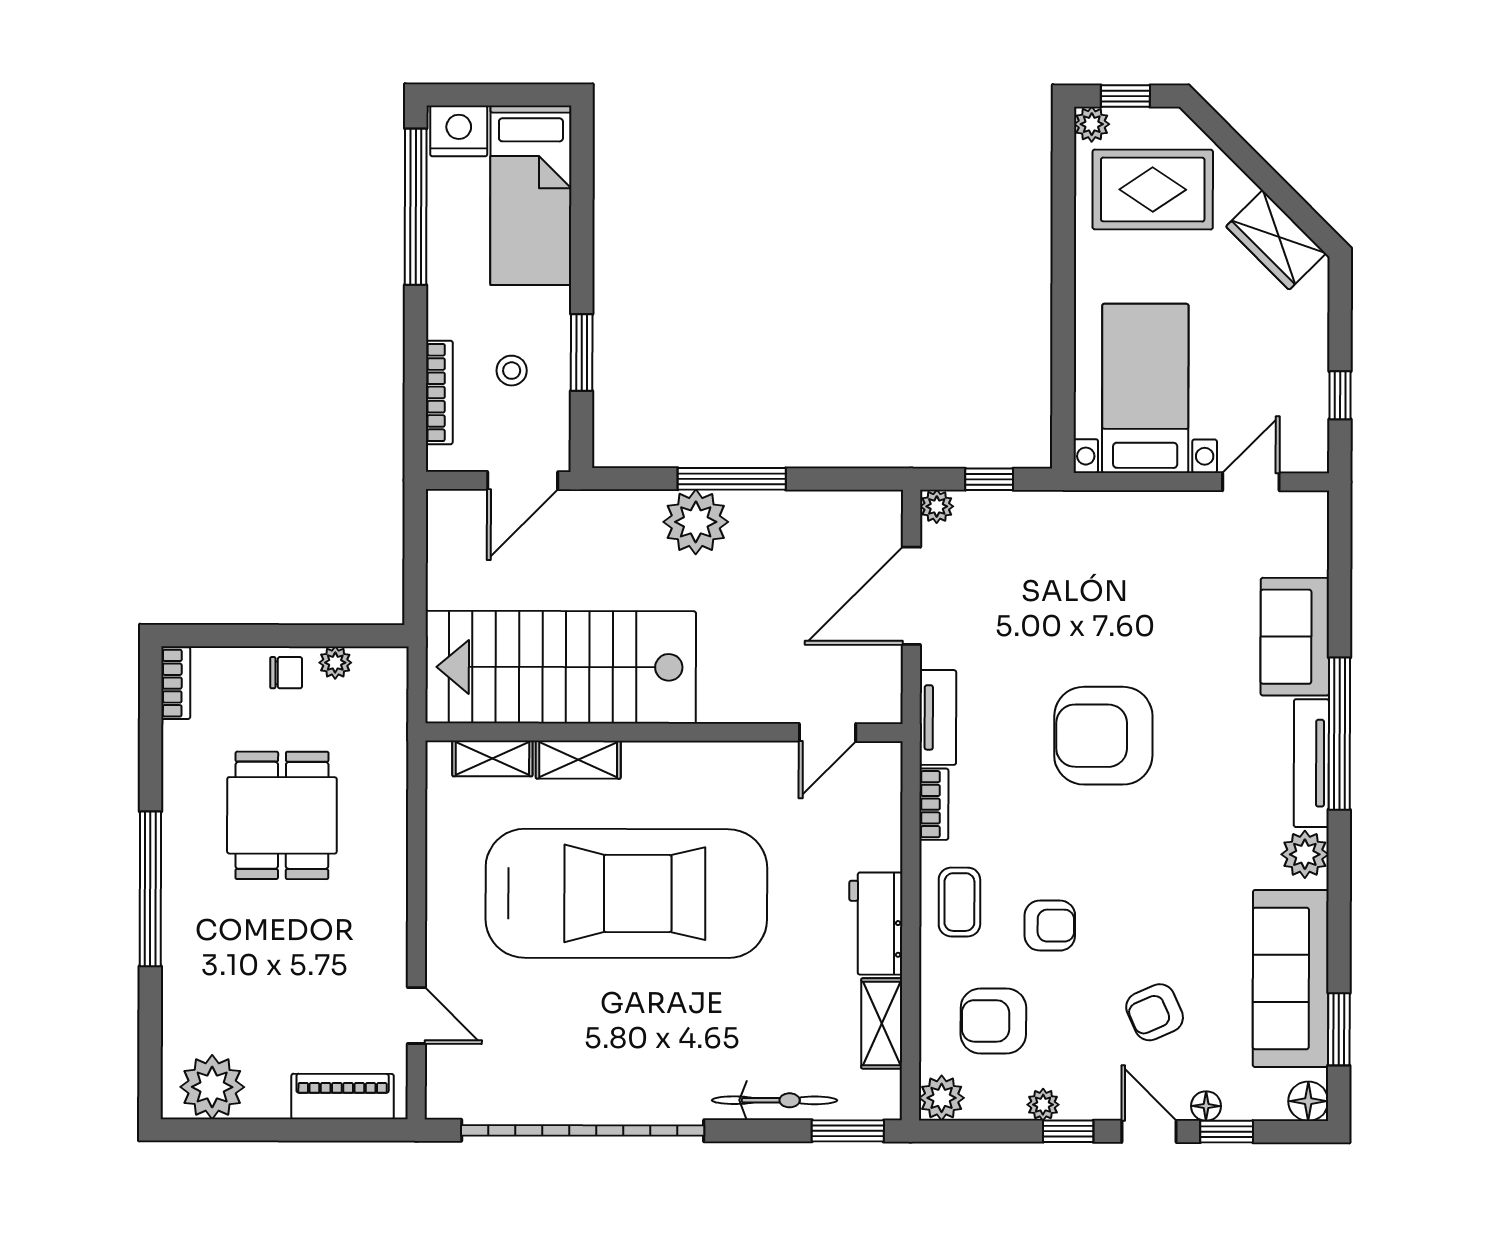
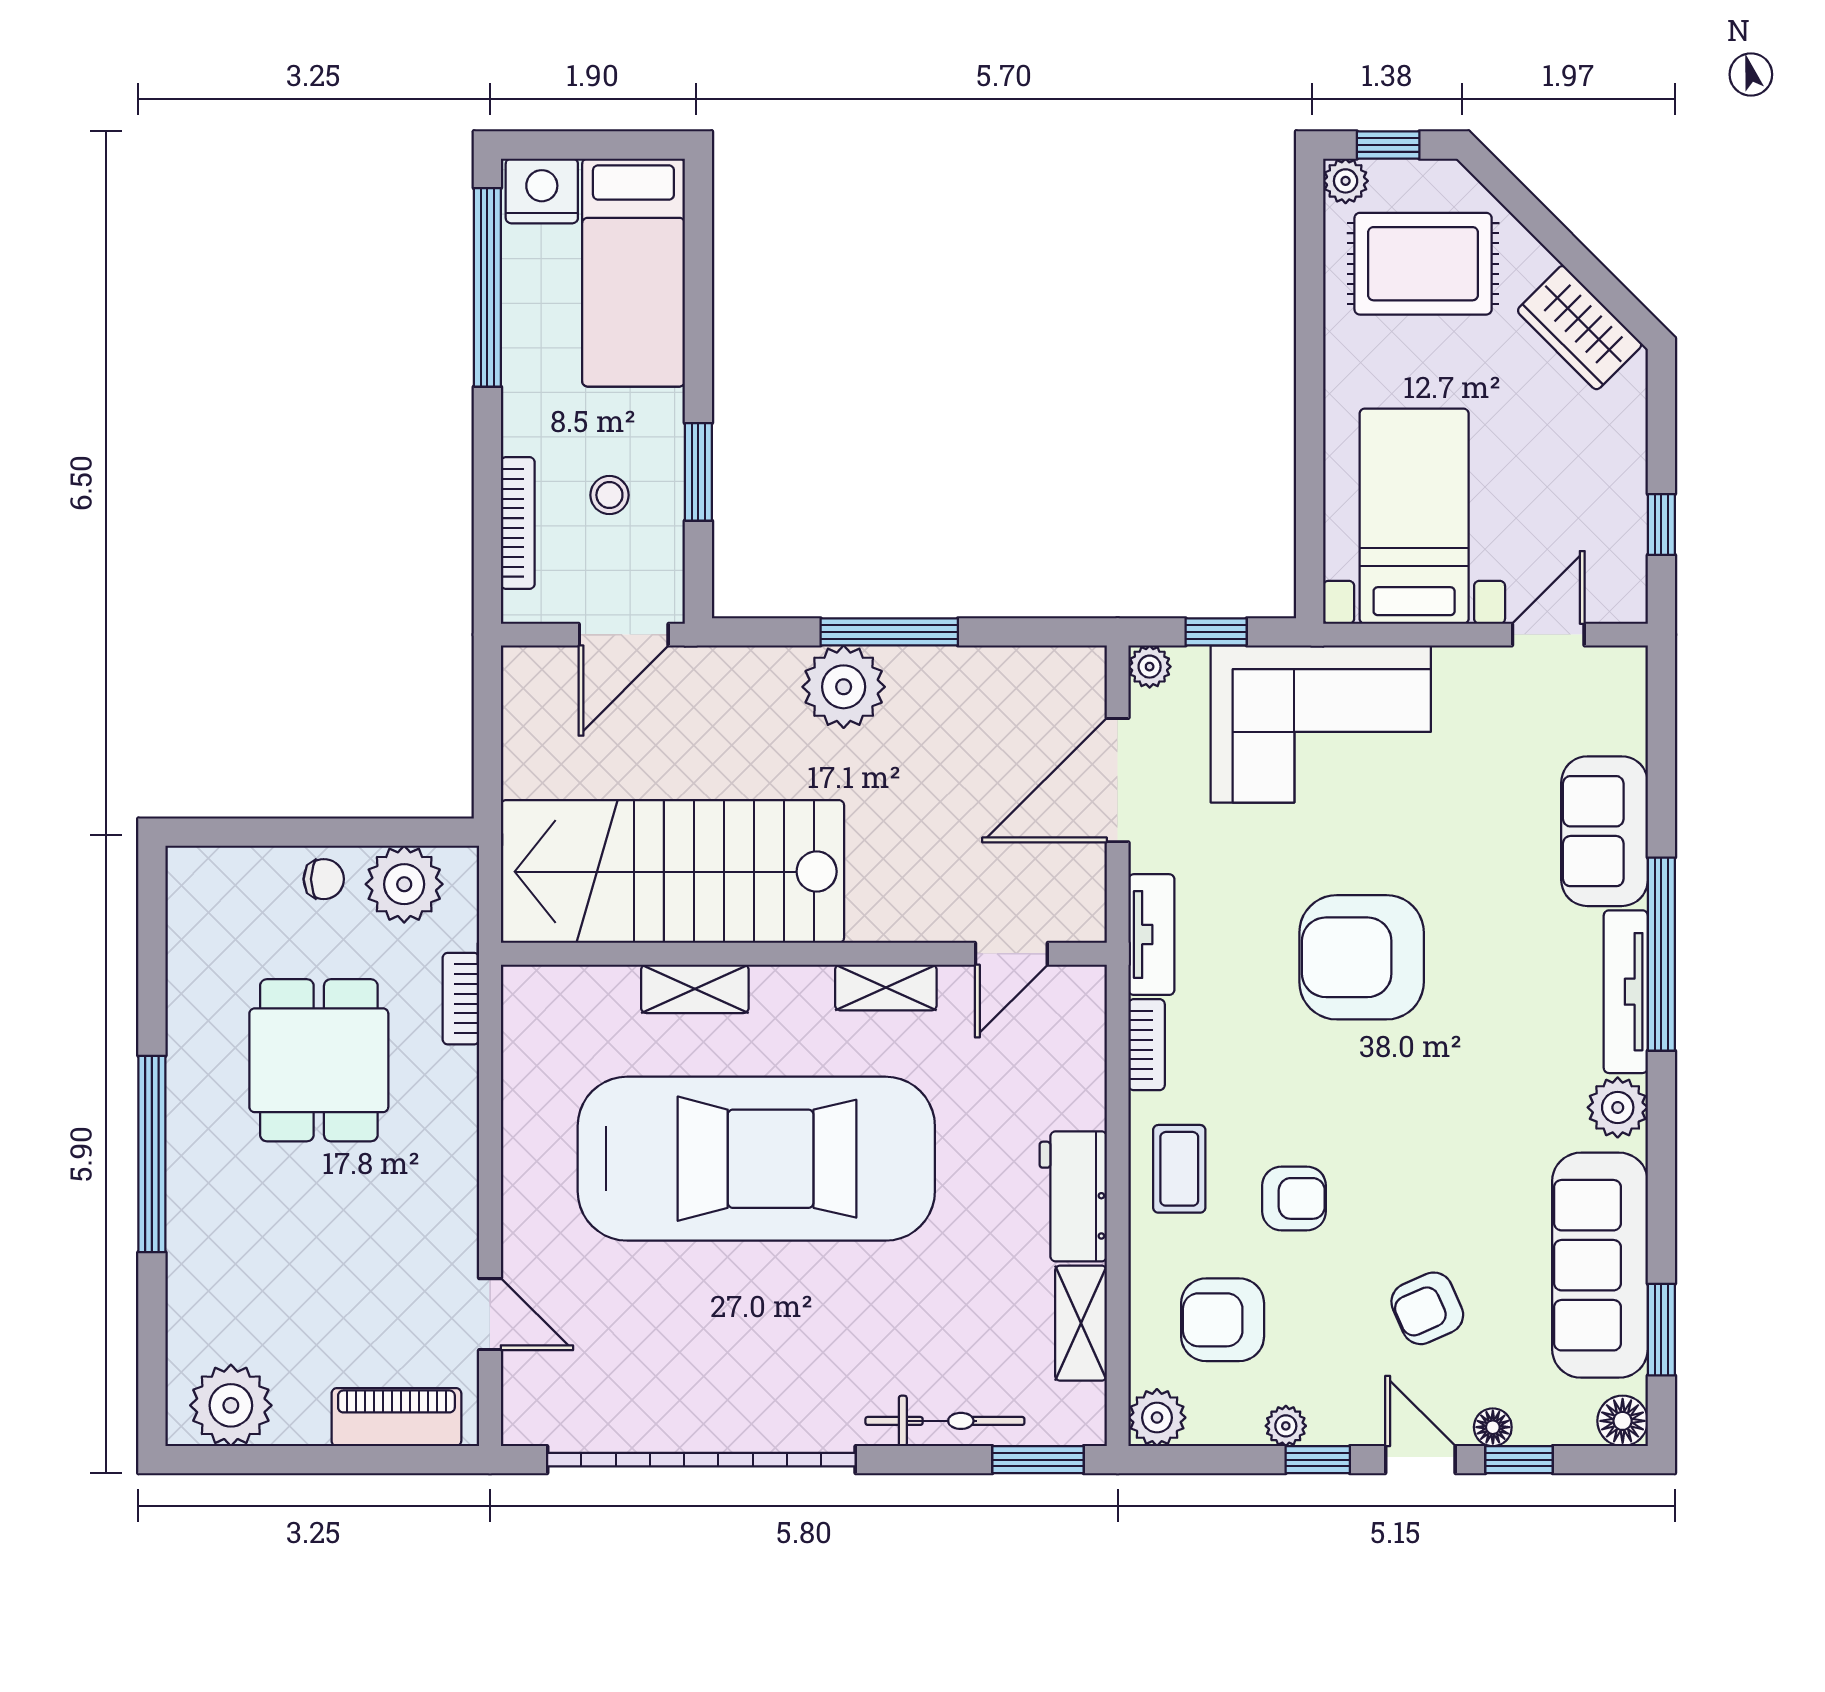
corner sofa: (1071, 552) -> (1321, 724), added
plant: (335, 663) -> (404, 884), width x1.88, depth x1.88
bookcase: (176, 683) -> (461, 999), moved, turned 180
shelving: (492, 758) -> (886, 987), moved

